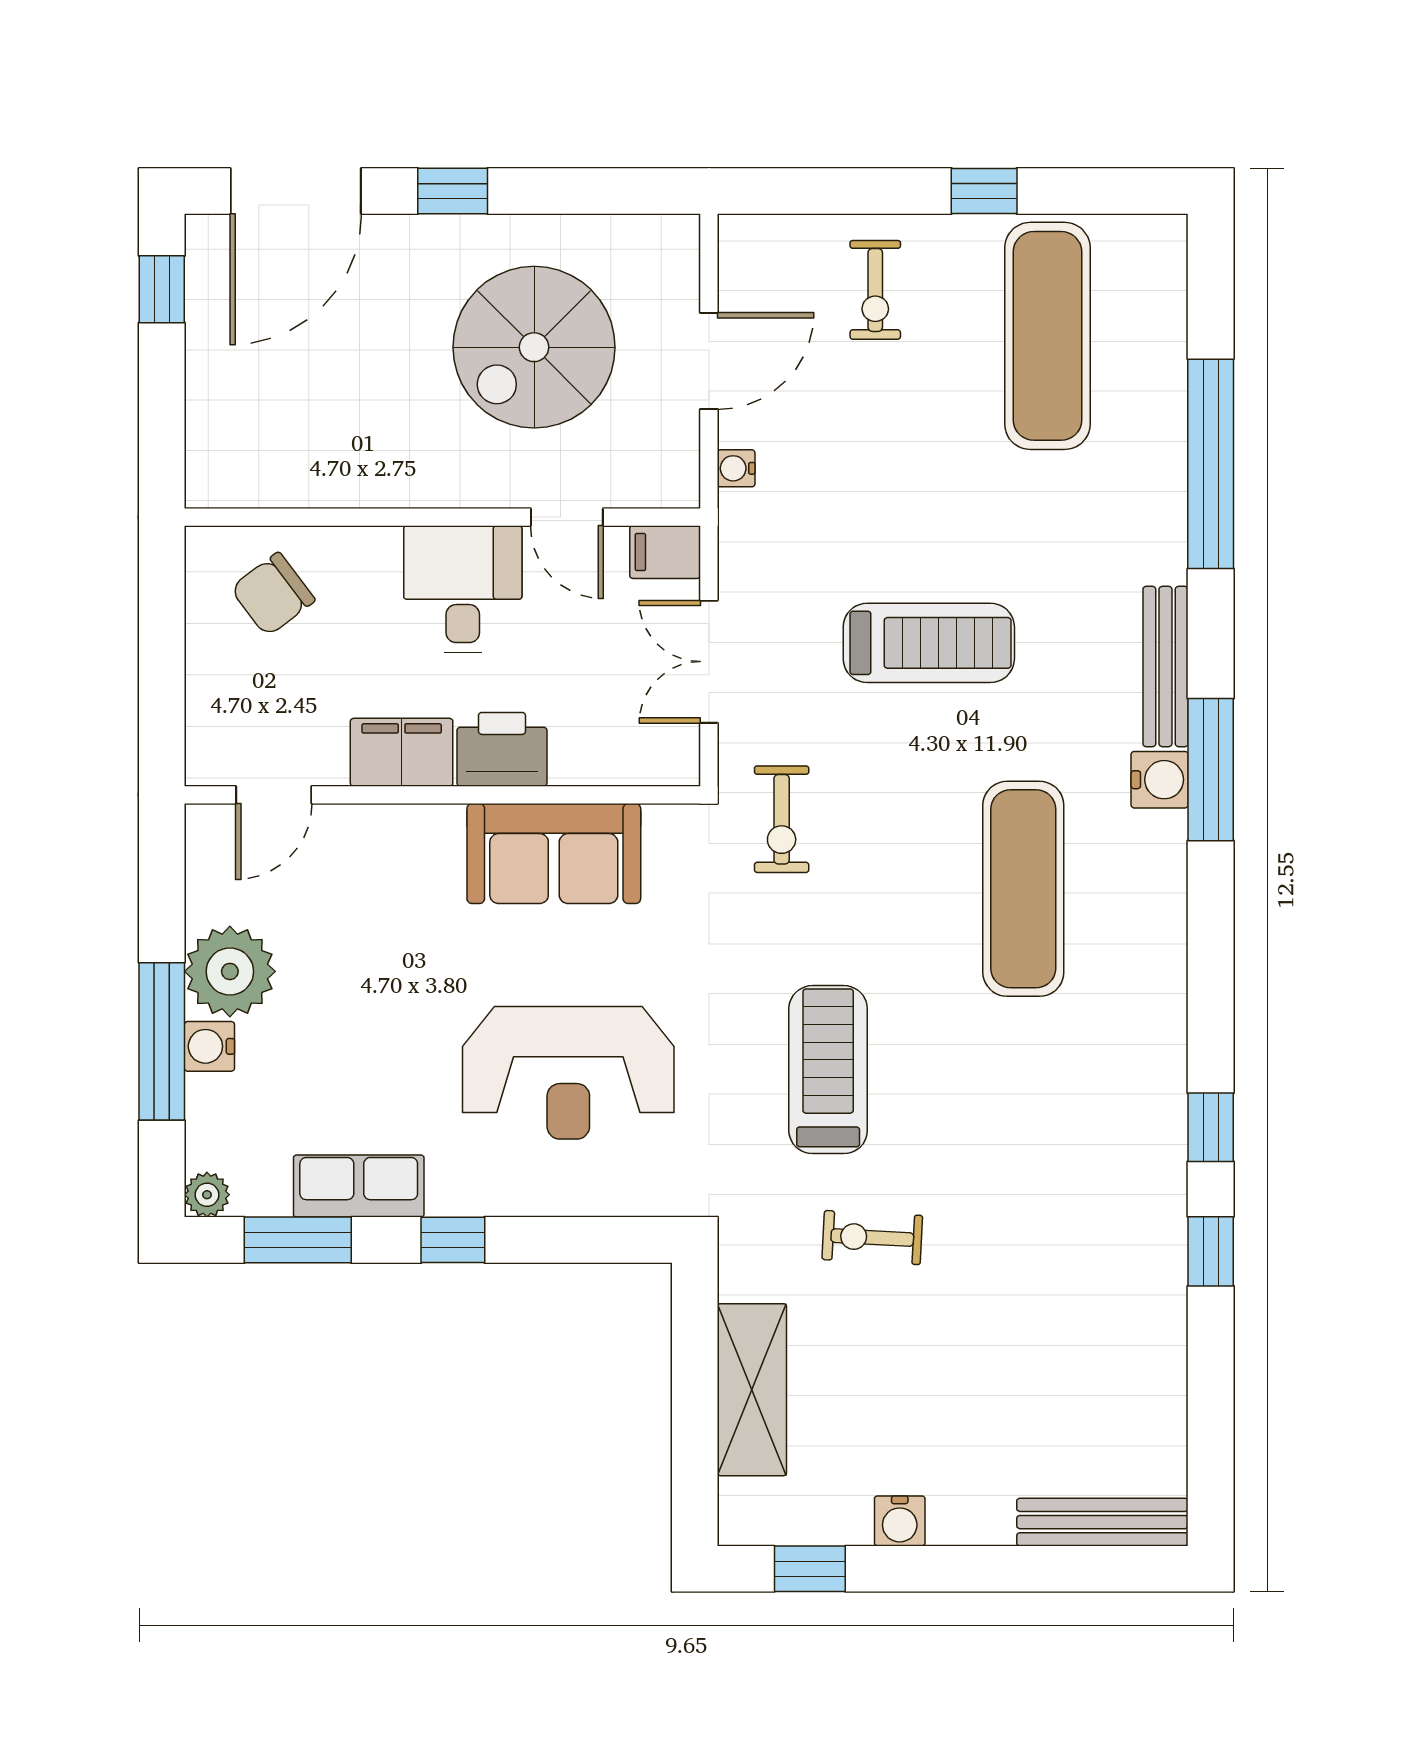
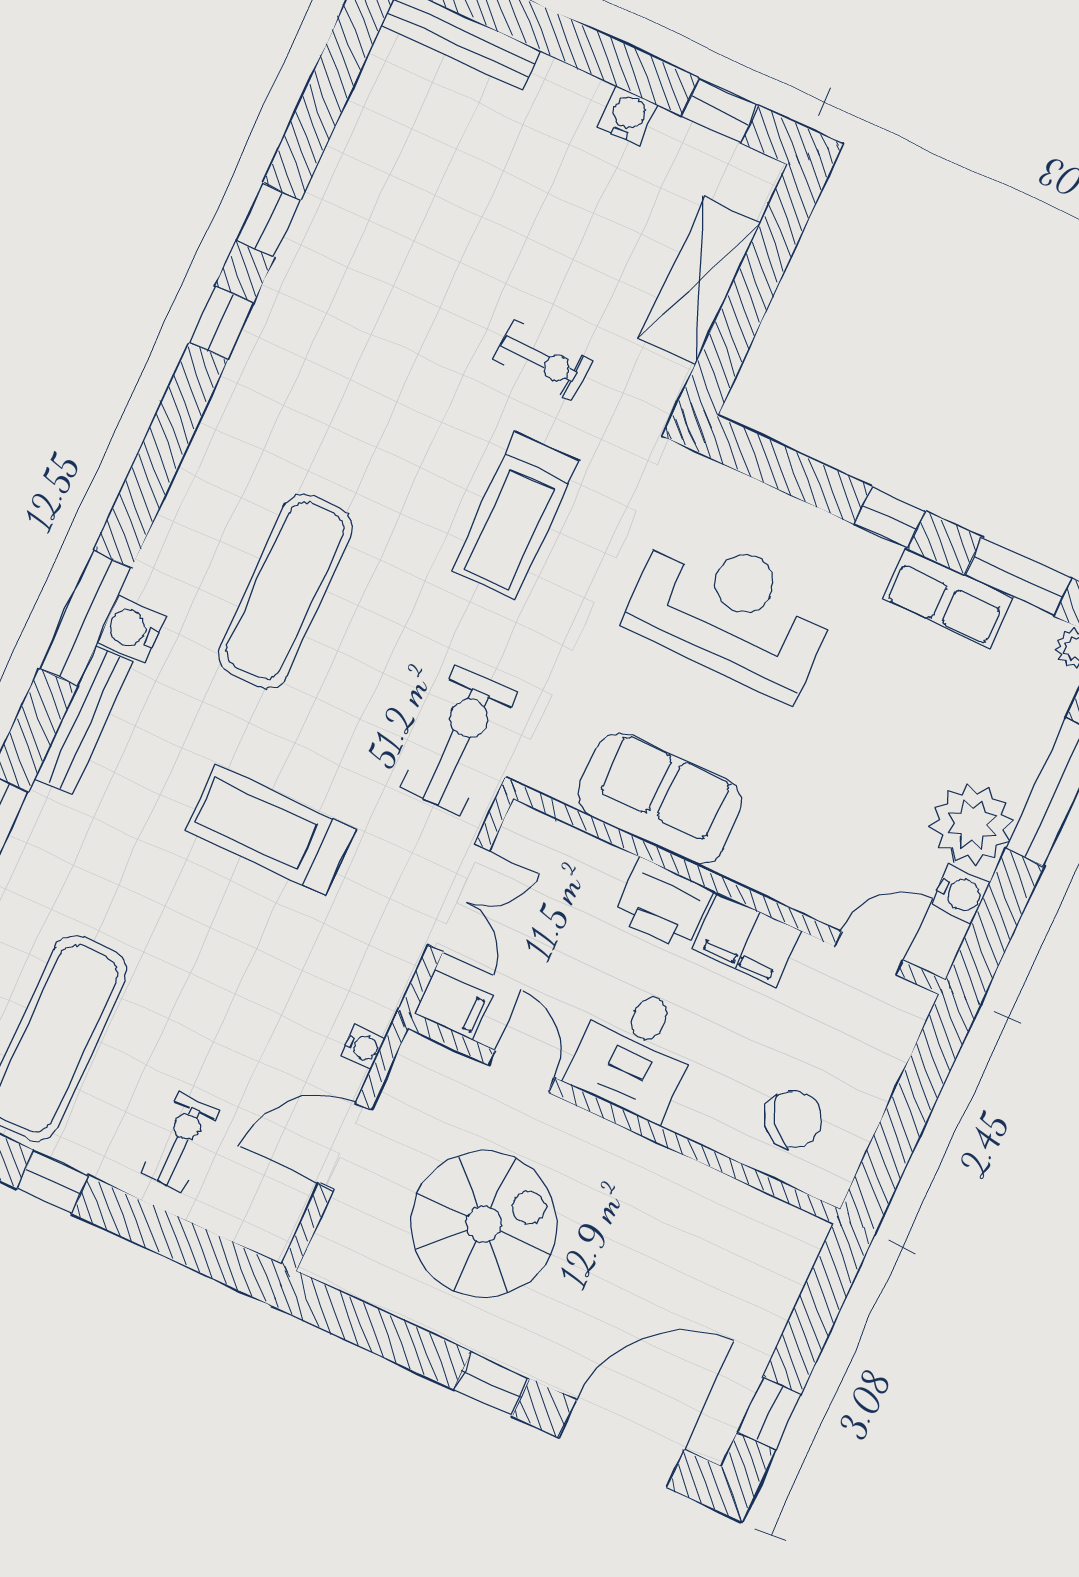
exercise bike: (782, 819) -> (459, 740), width x1.38, depth x1.39
water cooler: (209, 1046) -> (960, 894), moved

